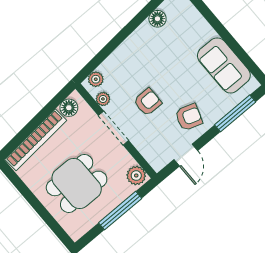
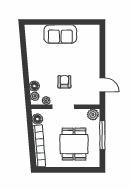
floor lamp: (157, 19) -> (34, 86), moved
sofa: (224, 65) -> (60, 34), moved
window: (235, 113) -> (102, 47), removed
armchair: (189, 117) -> (87, 69), removed

